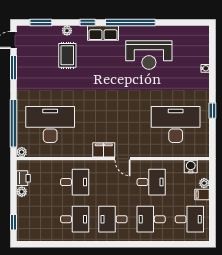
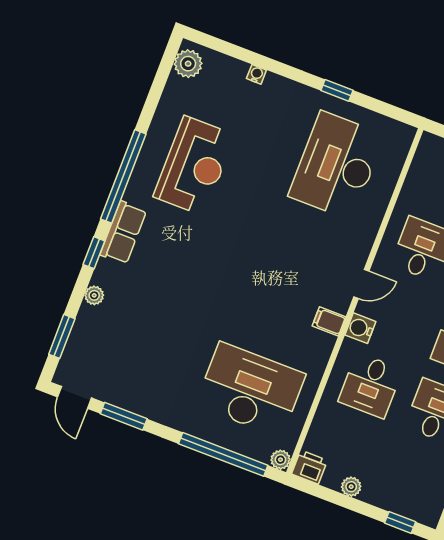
plant: (198, 33) -> (188, 64), added
rug: (67, 55) -> (139, 312), removed
desk: (50, 124) -> (250, 390), turned 90
filing cabinet: (104, 150) -> (329, 321), width x0.50
water cooler: (191, 167) -> (360, 328), moved
printer: (23, 178) -> (309, 467), moved
desk: (75, 182) -> (370, 385), turned 180

